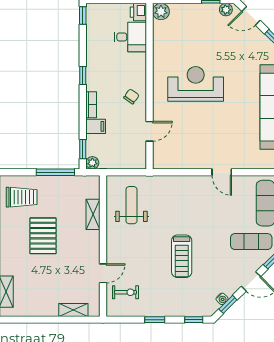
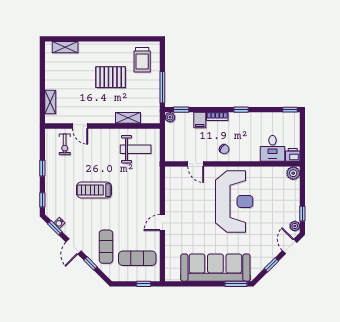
reception desk: (196, 84) -> (234, 201), width x1.36, depth x1.30

